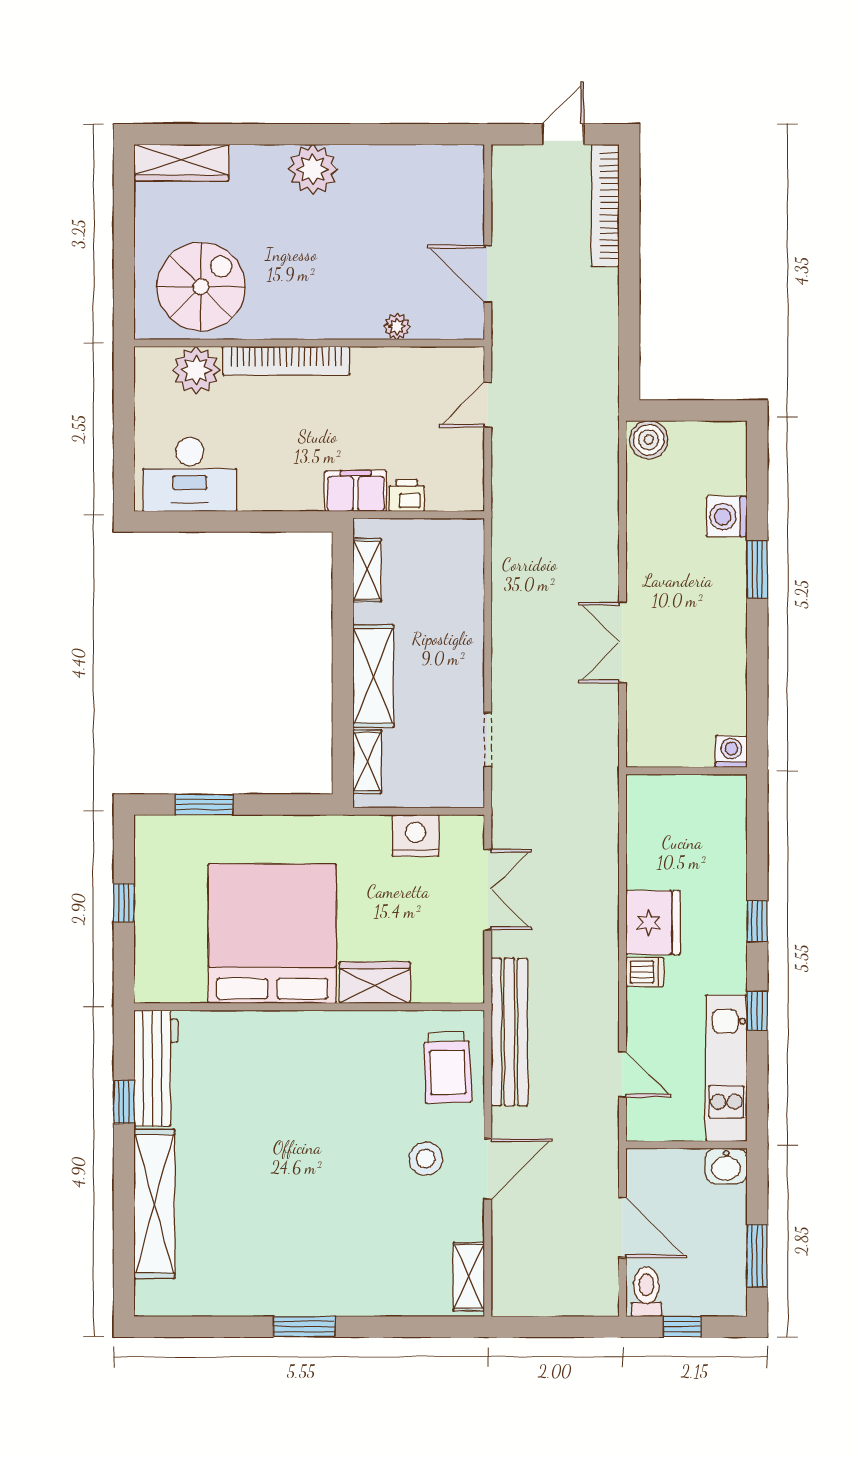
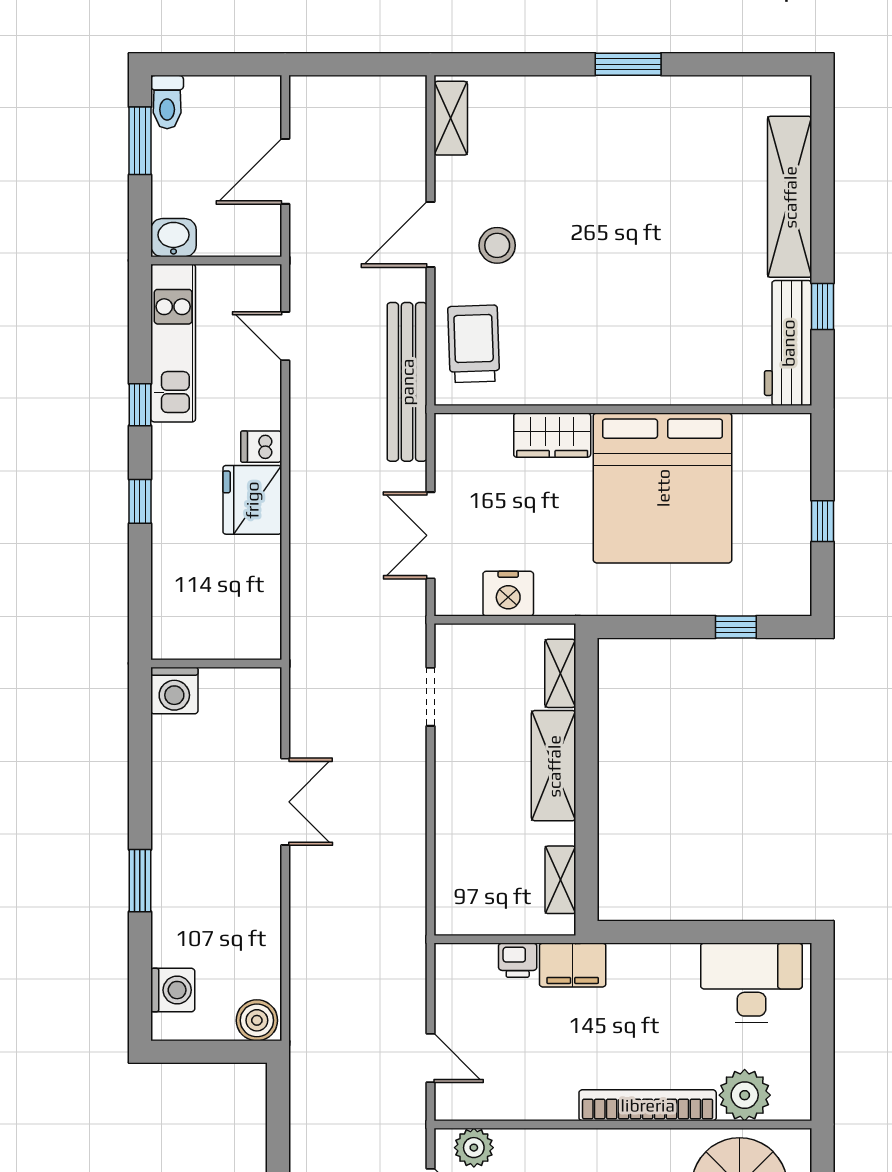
plant: (397, 326) -> (474, 1148), moved, width x1.38, depth x1.38
door: (488, 405) -> (430, 1058), hinge flipped
washing machine: (727, 517) -> (173, 990), moved
washing machine: (731, 752) -> (174, 690), width x1.38, depth x1.38
window: (204, 805) -> (736, 627), width x0.67
door: (622, 1227) -> (285, 171), hinge flipped
toilet: (646, 1292) -> (167, 102), moved
window: (682, 1327) -> (221, 64), removed

